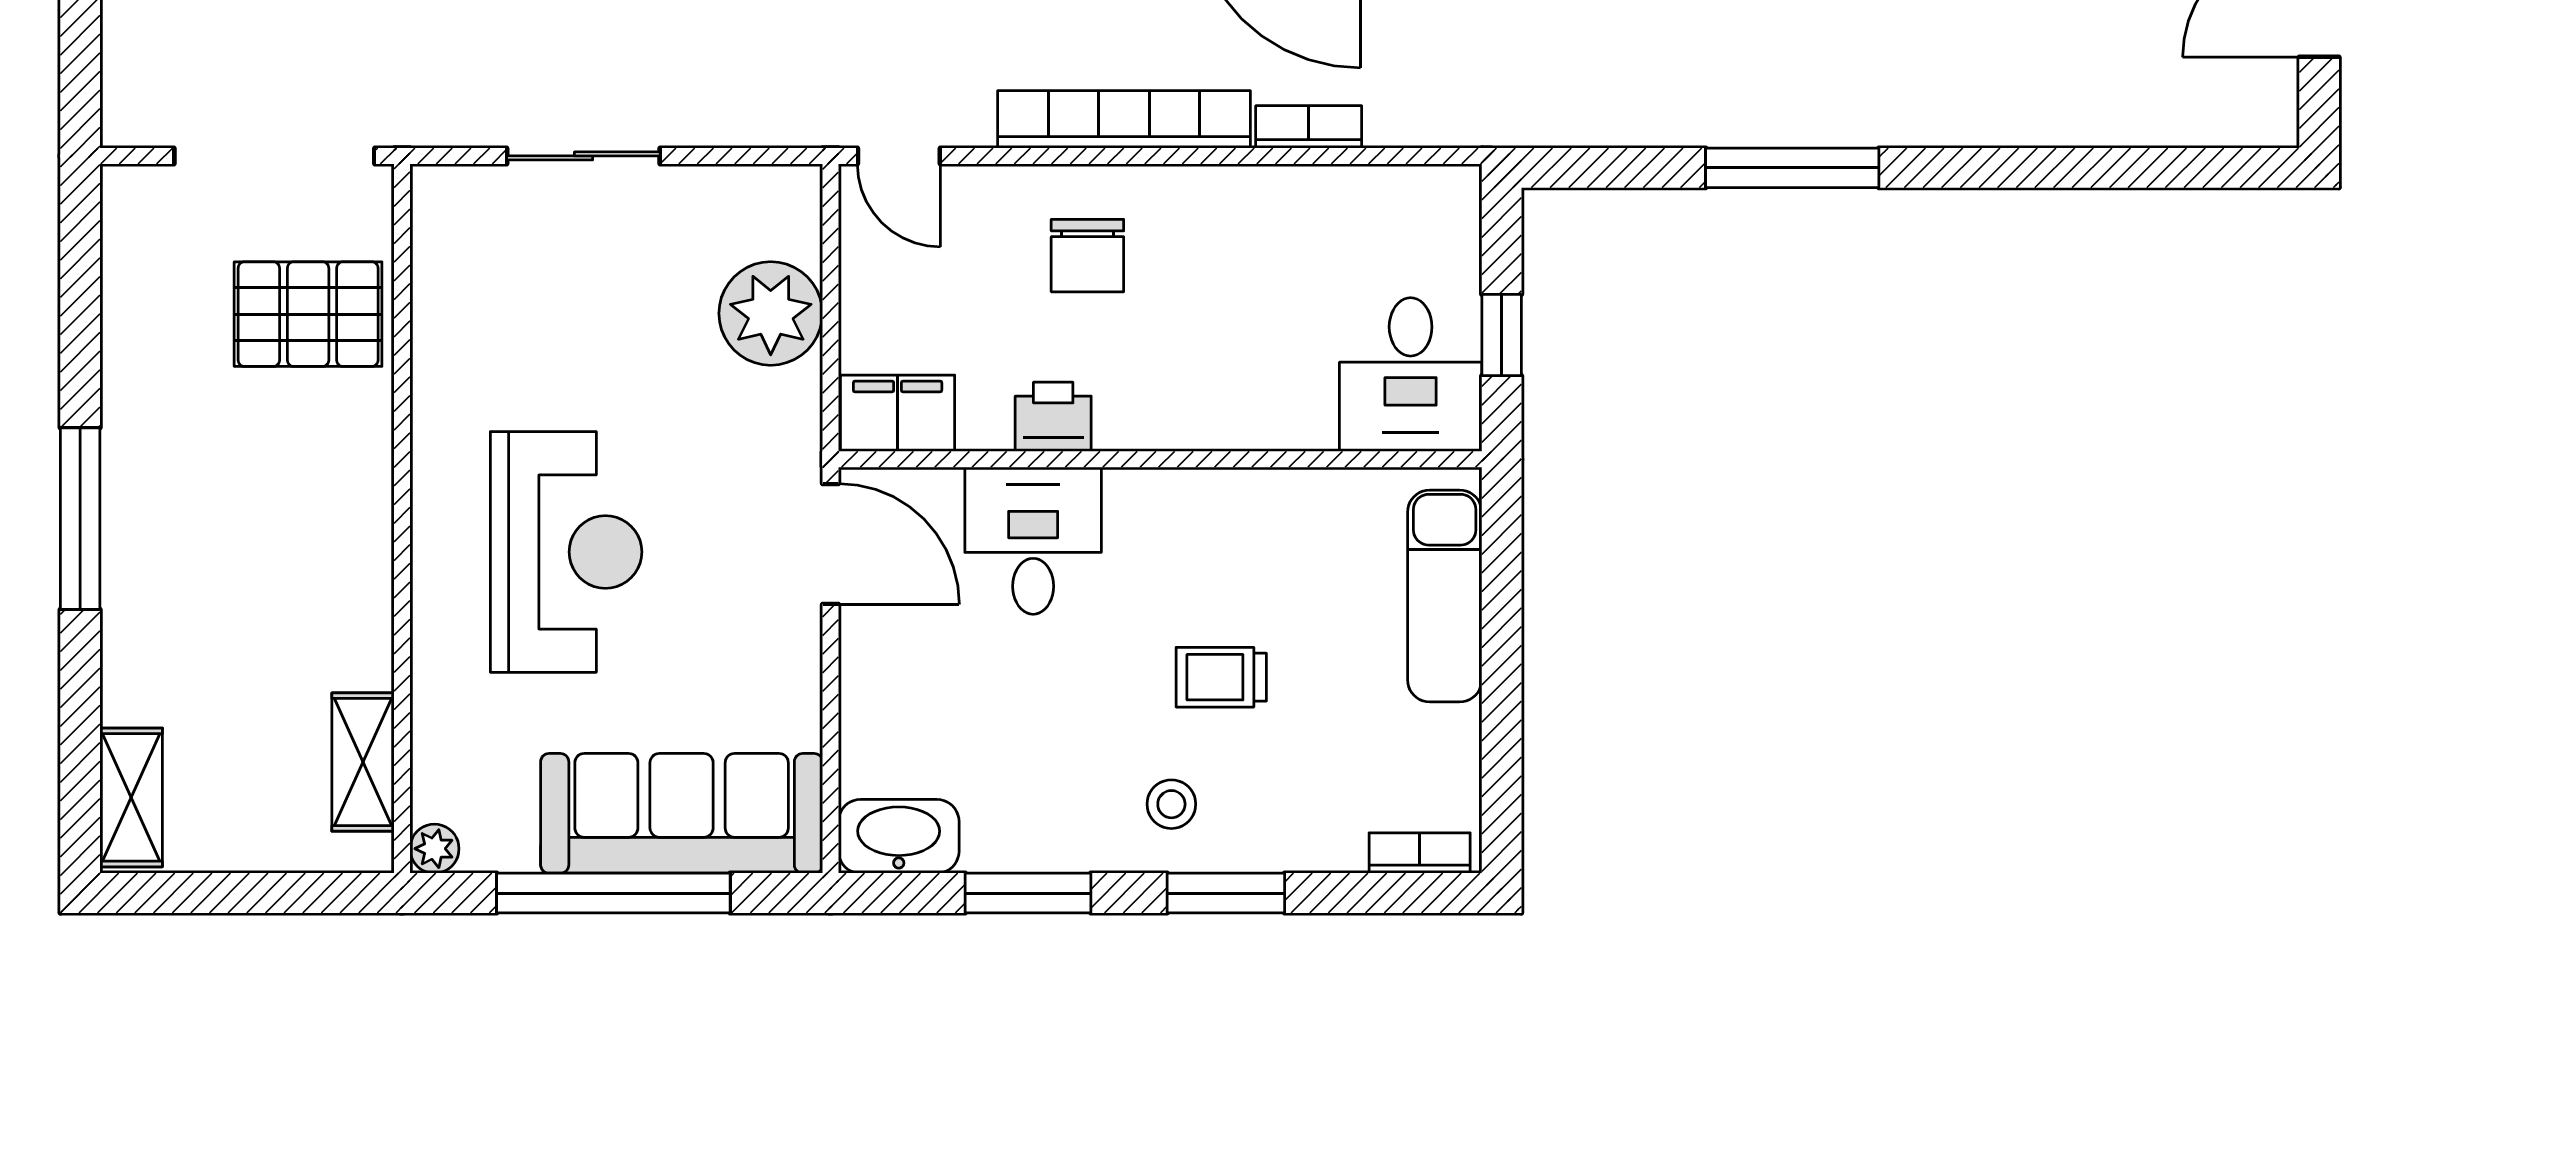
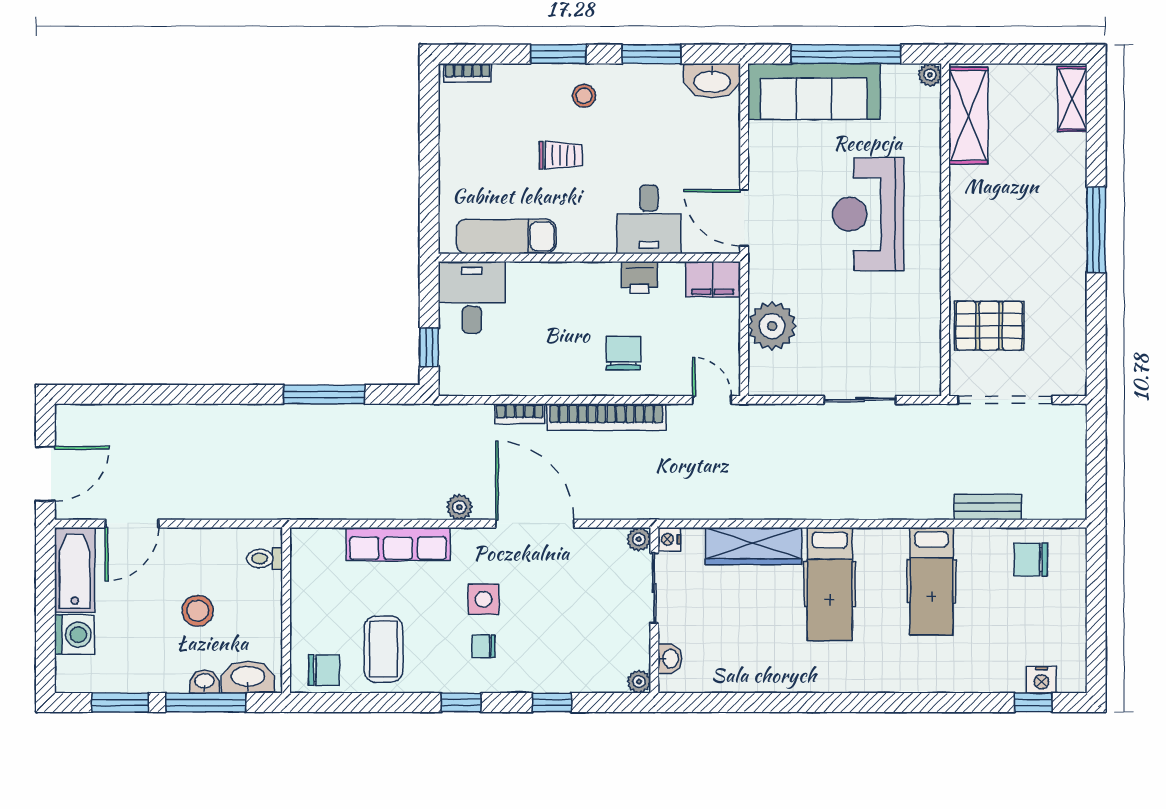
window: (1792, 168) -> (324, 394), moved
window: (1502, 335) -> (429, 347), moved
exam couch: (1445, 596) -> (506, 236), moved, turned -90
shelving: (363, 762) -> (968, 115), width x1.50, depth x1.33

